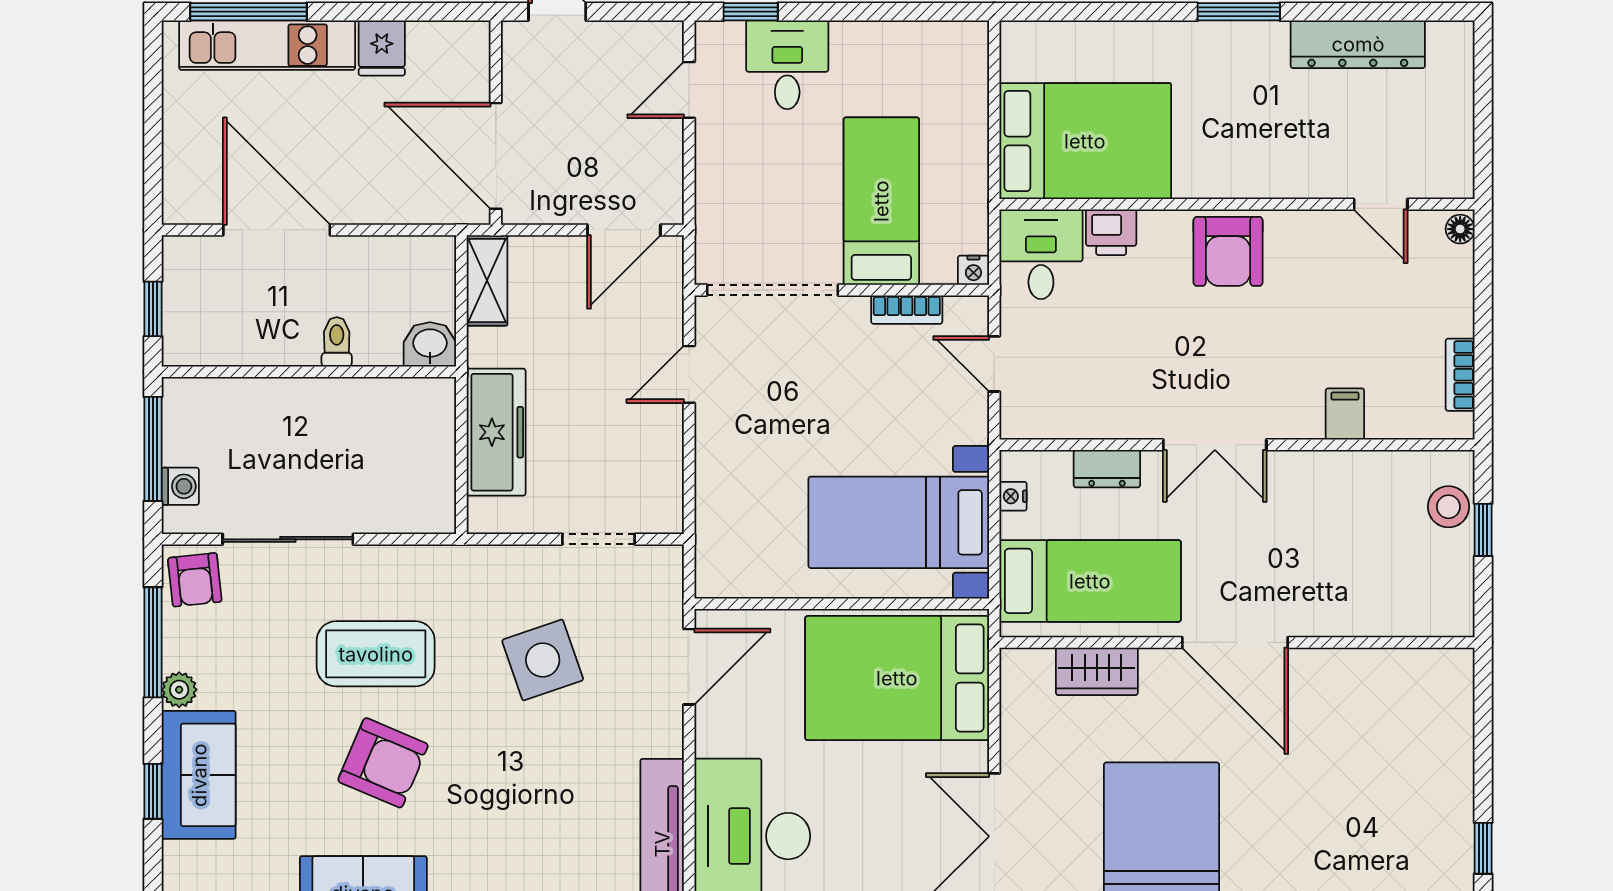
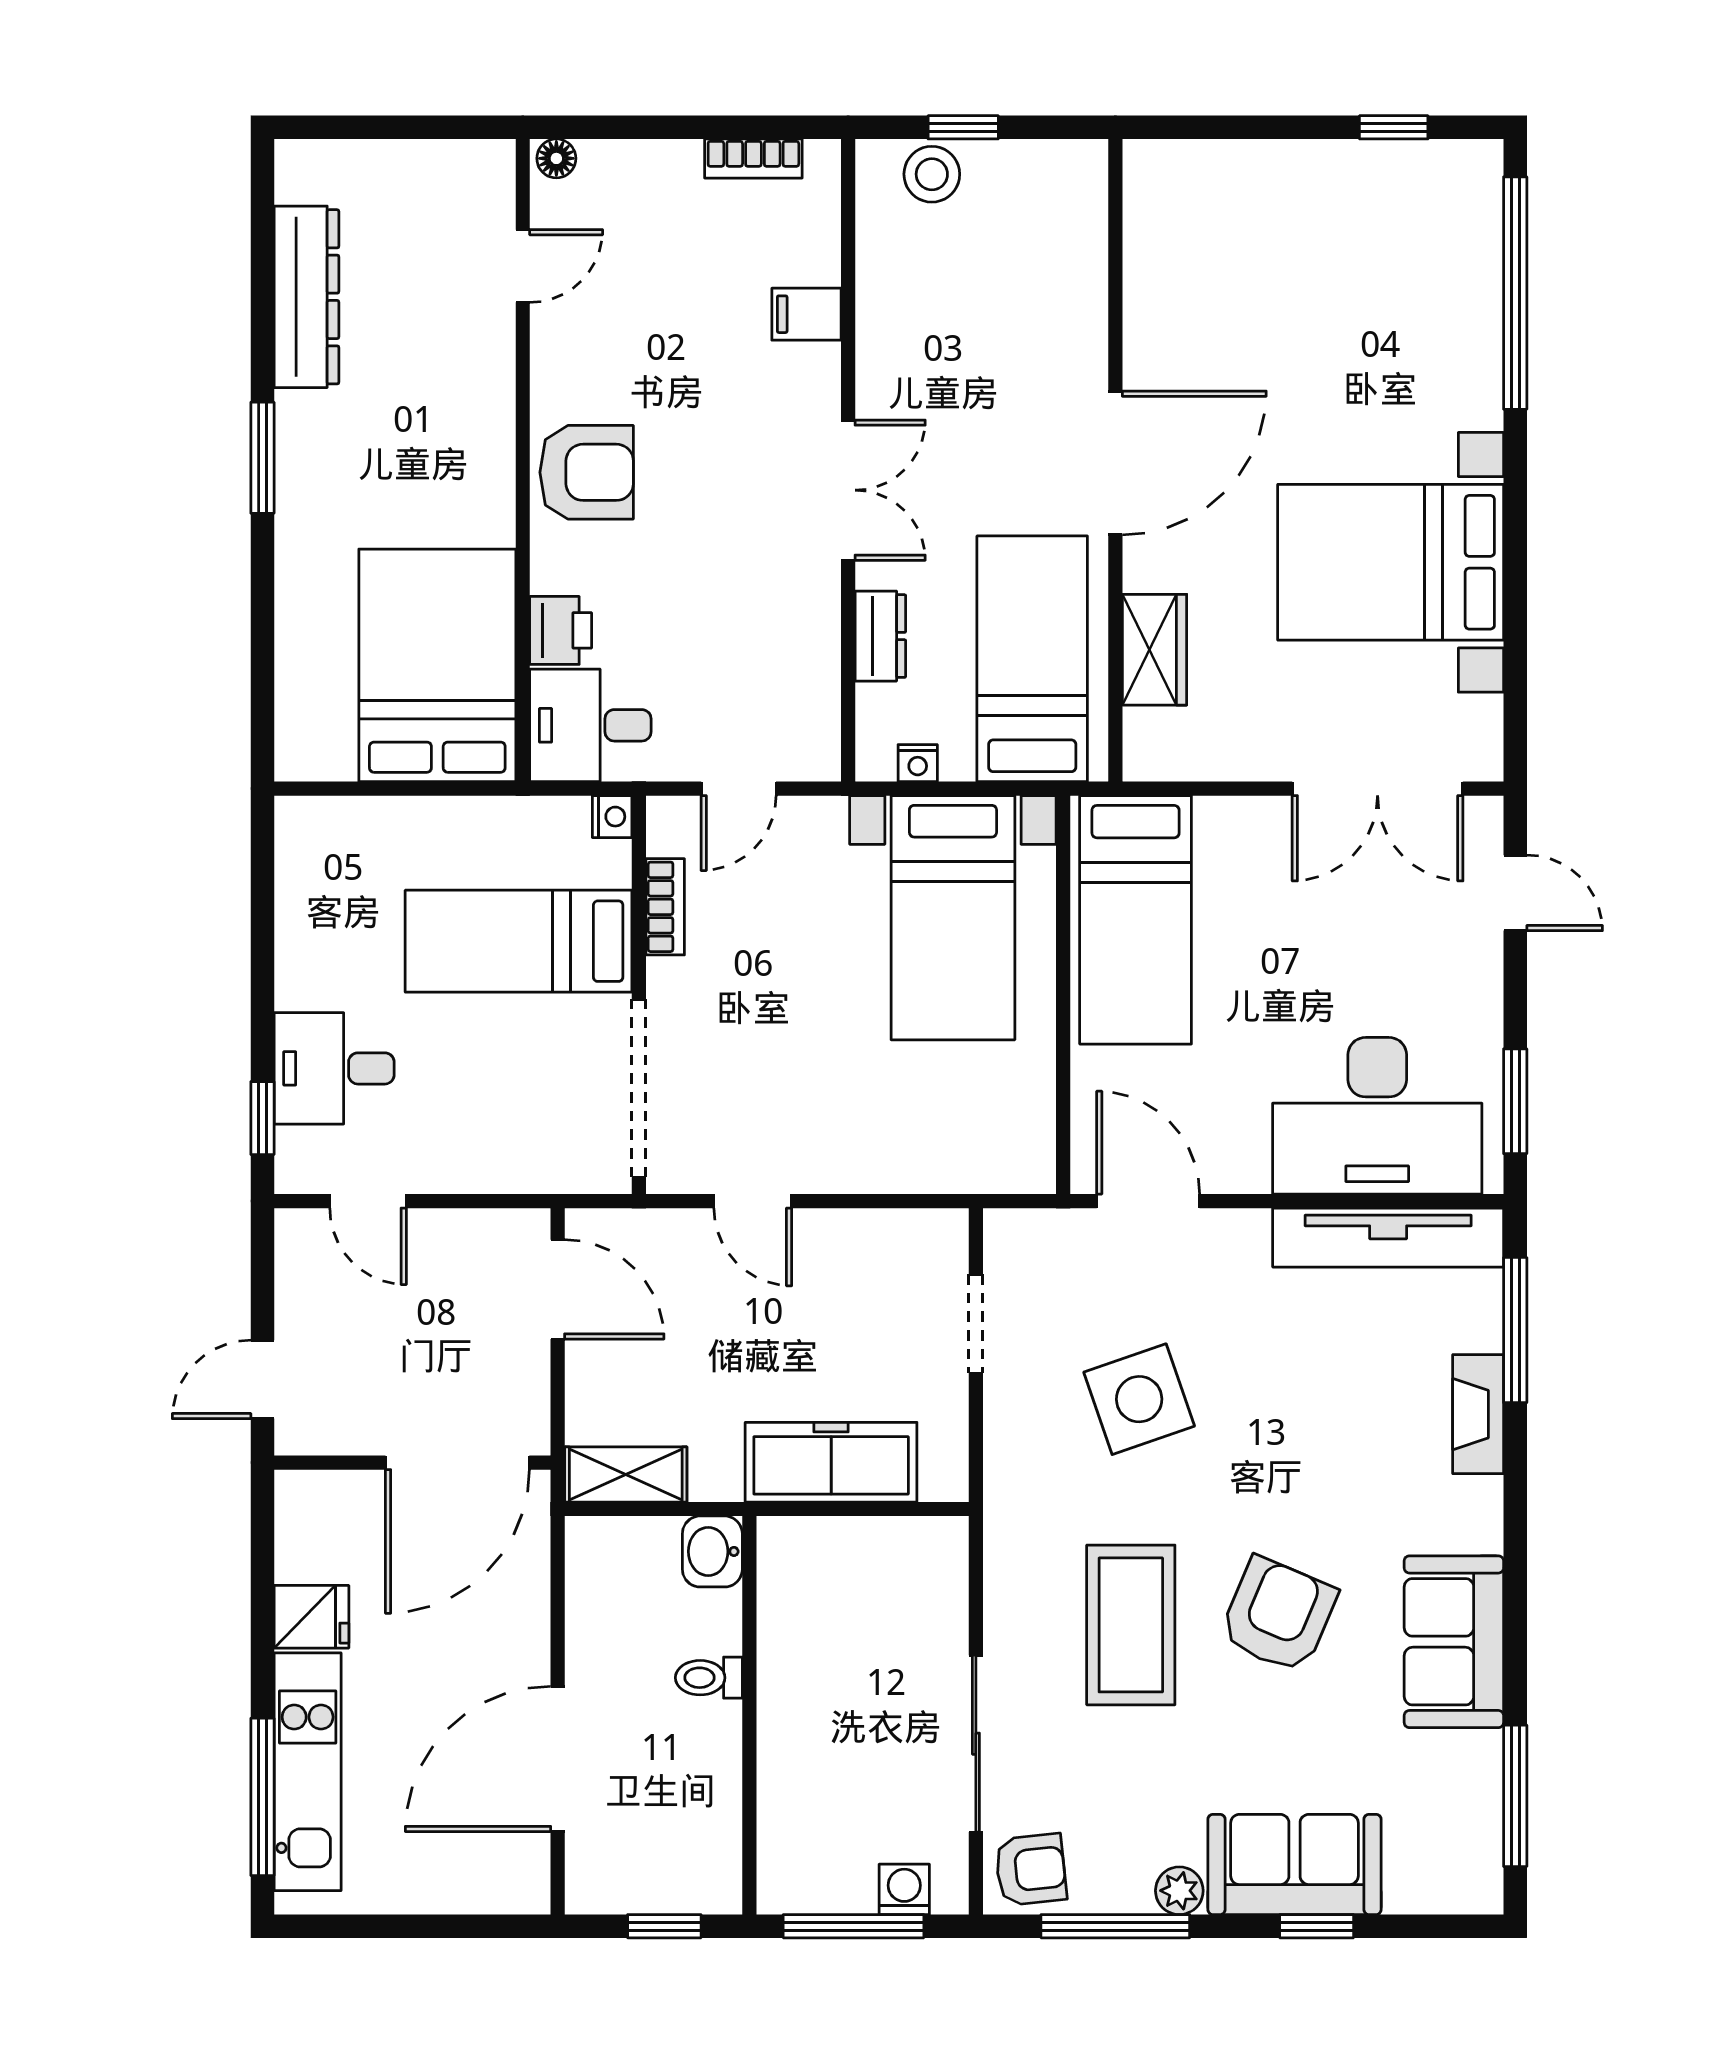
bed: (897, 678) -> (1136, 920), width x0.67

